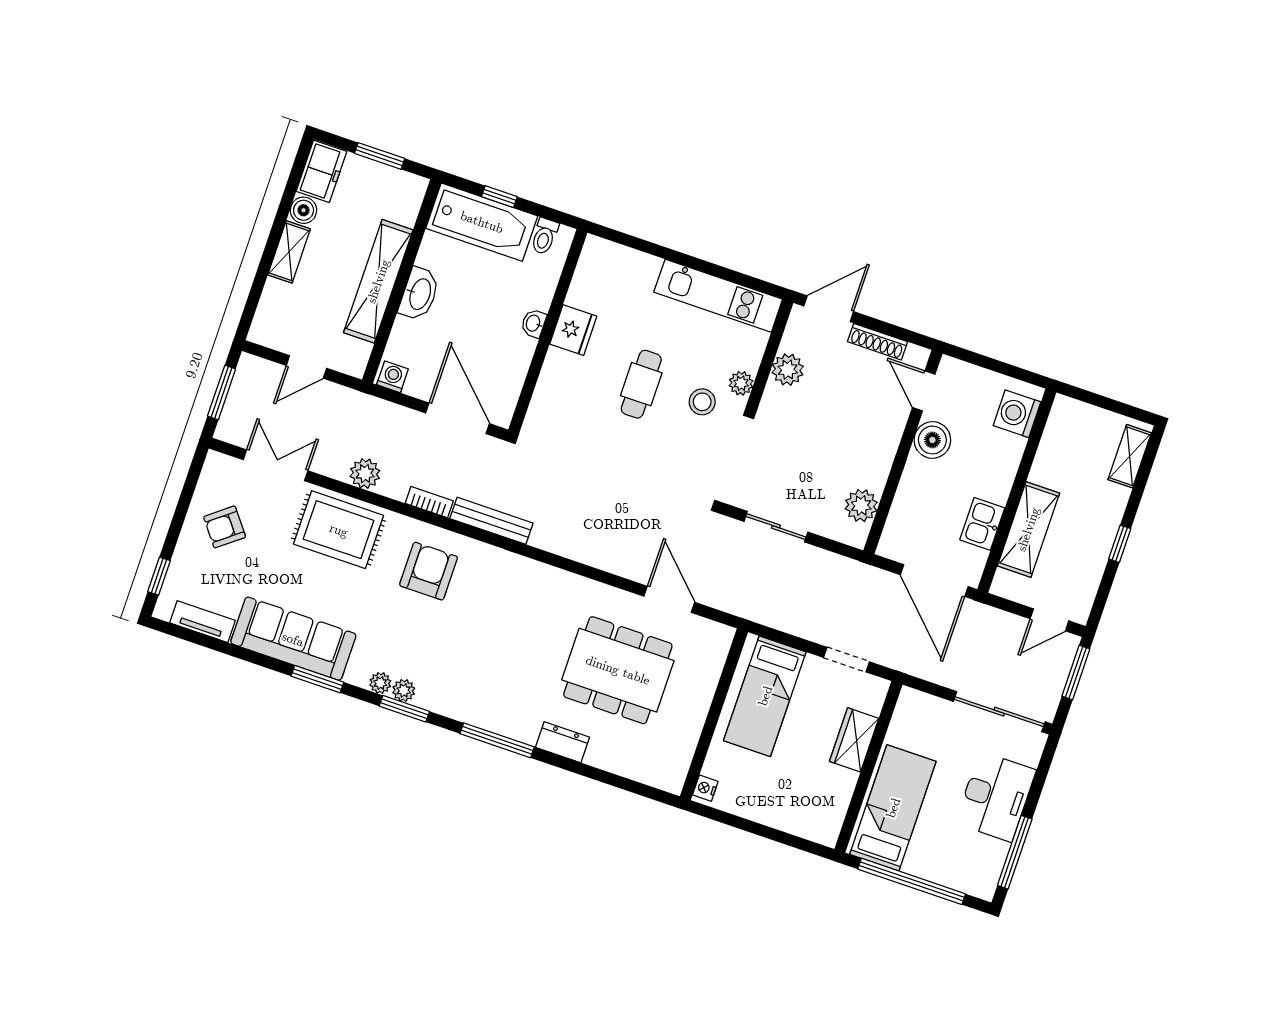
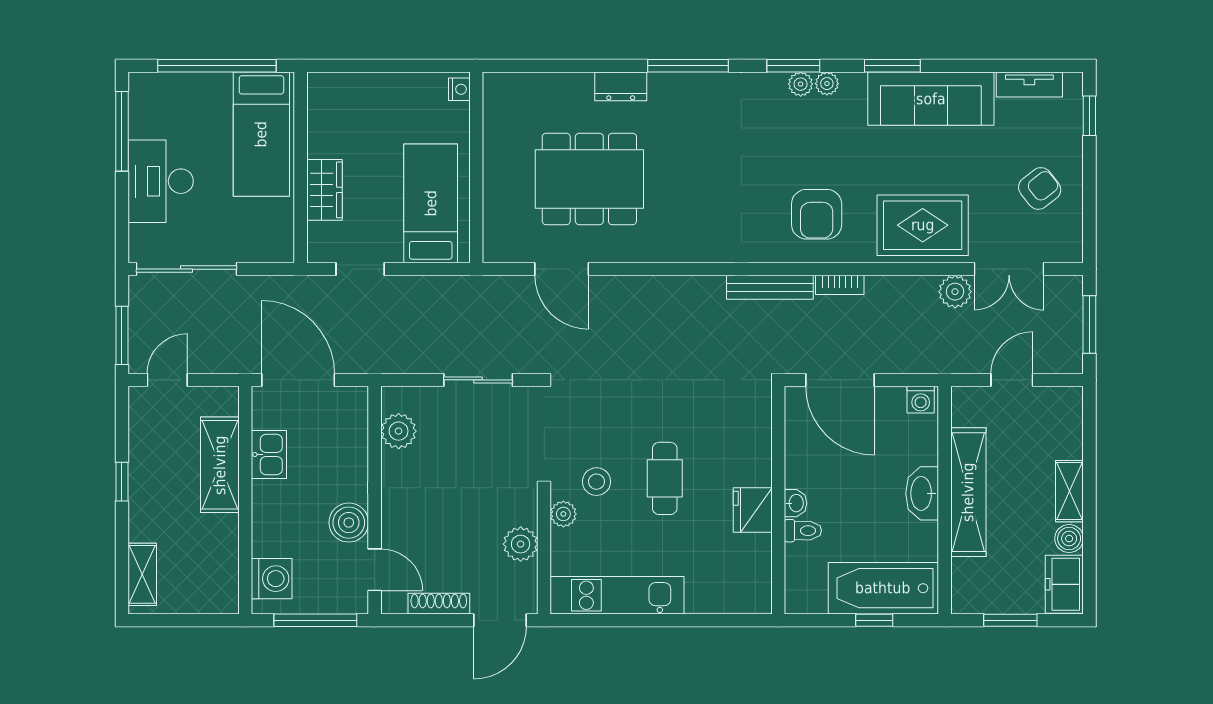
toilet: (544, 236) -> (803, 531), moved, turned 90
window: (991, 364) -> (315, 620), added
plant: (365, 474) -> (955, 292), moved

